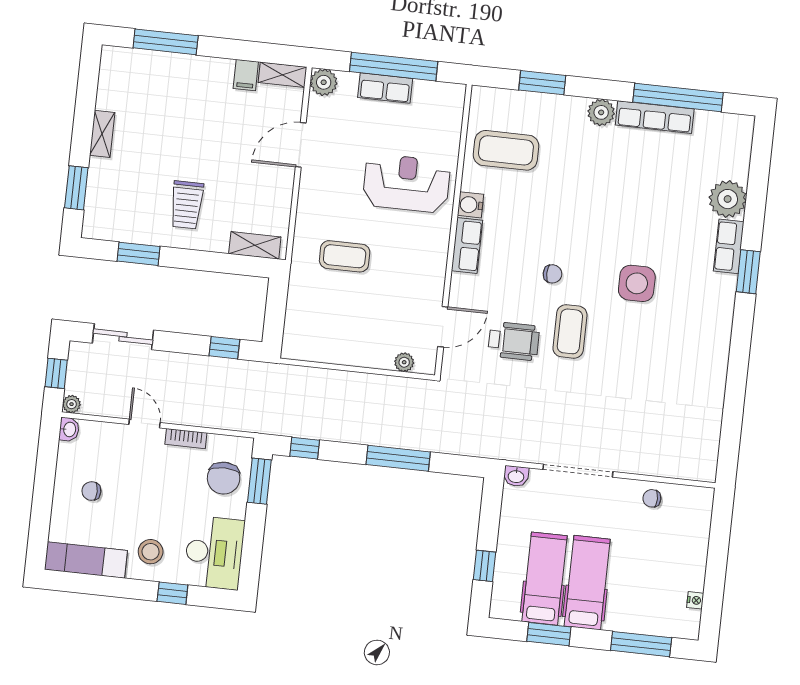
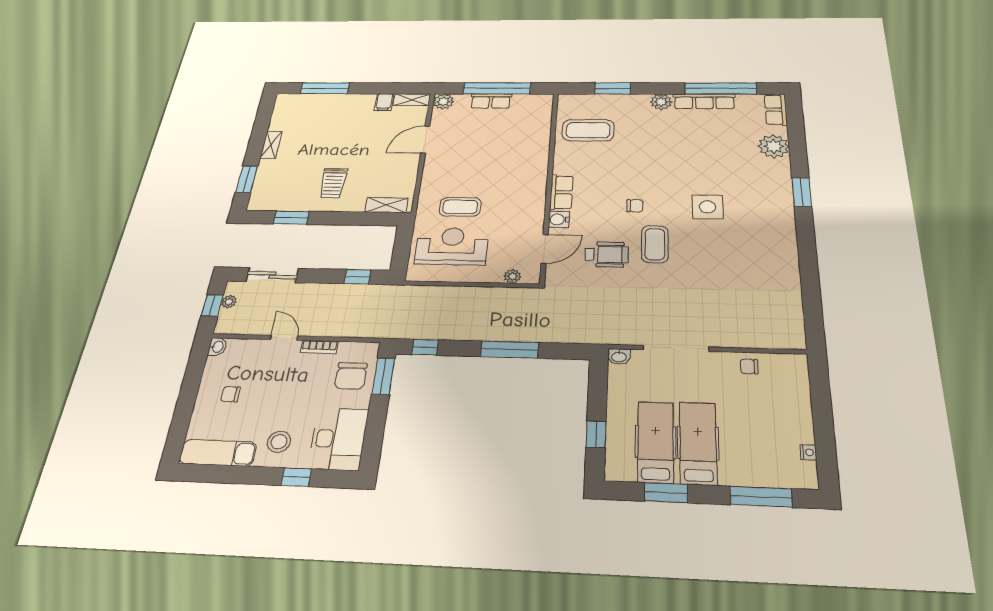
reception desk: (406, 183) -> (452, 246), moved
water cooler: (471, 205) -> (559, 220), moved
row of seats: (729, 246) -> (776, 110), moved
plant: (72, 404) -> (229, 302), moved

